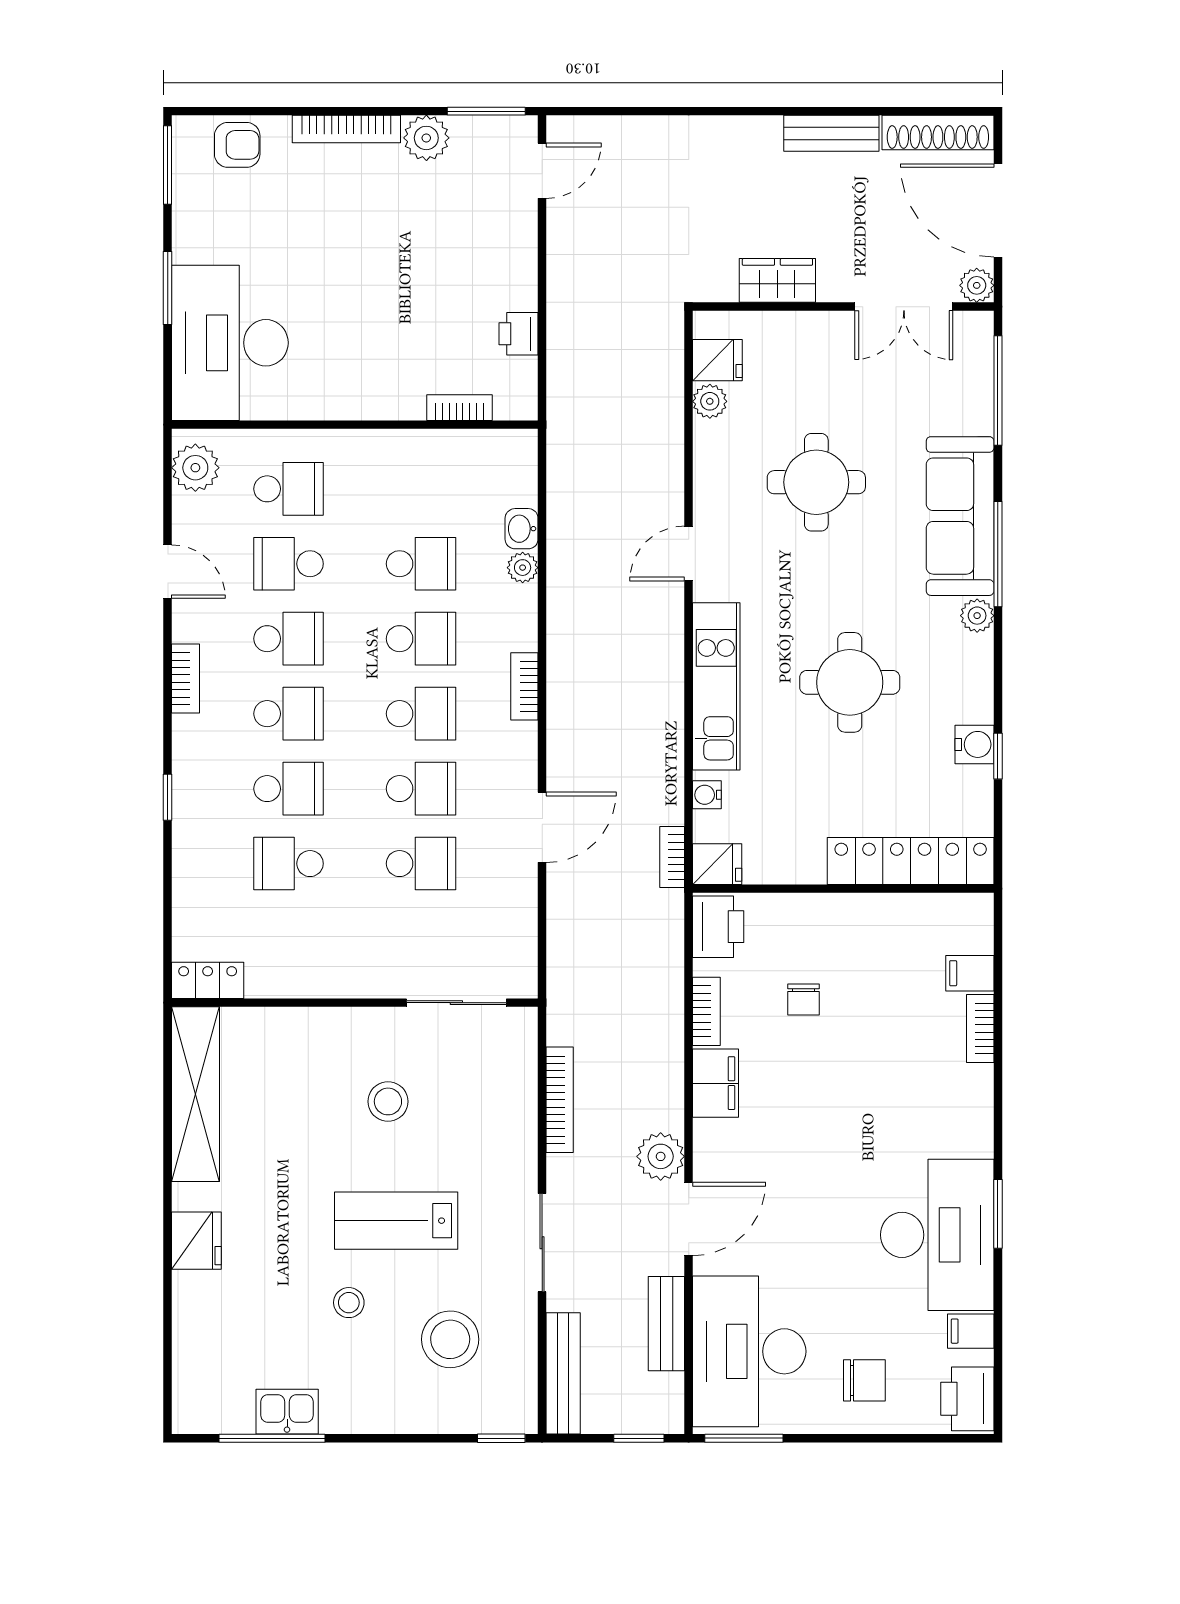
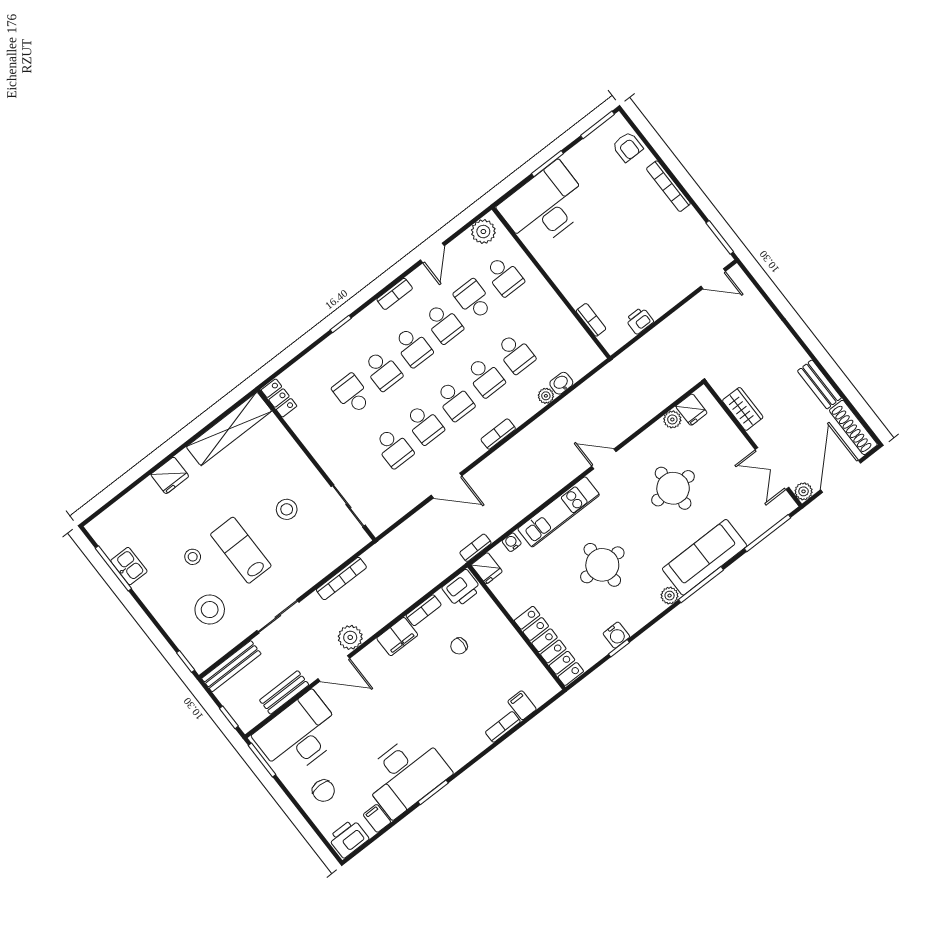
plant: (426, 138) -> (690, 221), removed

